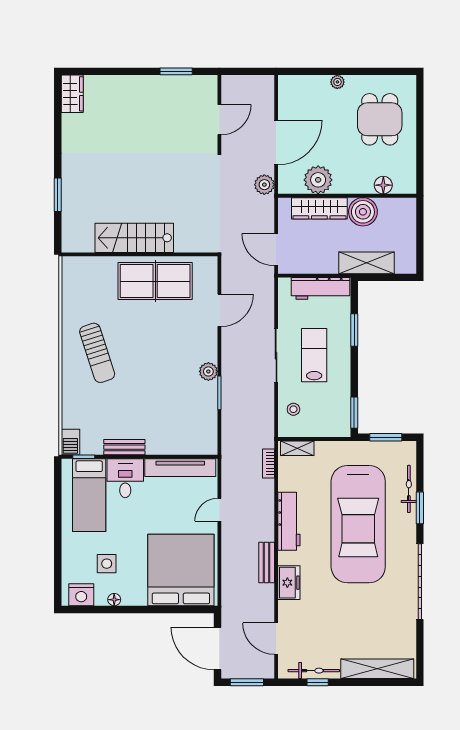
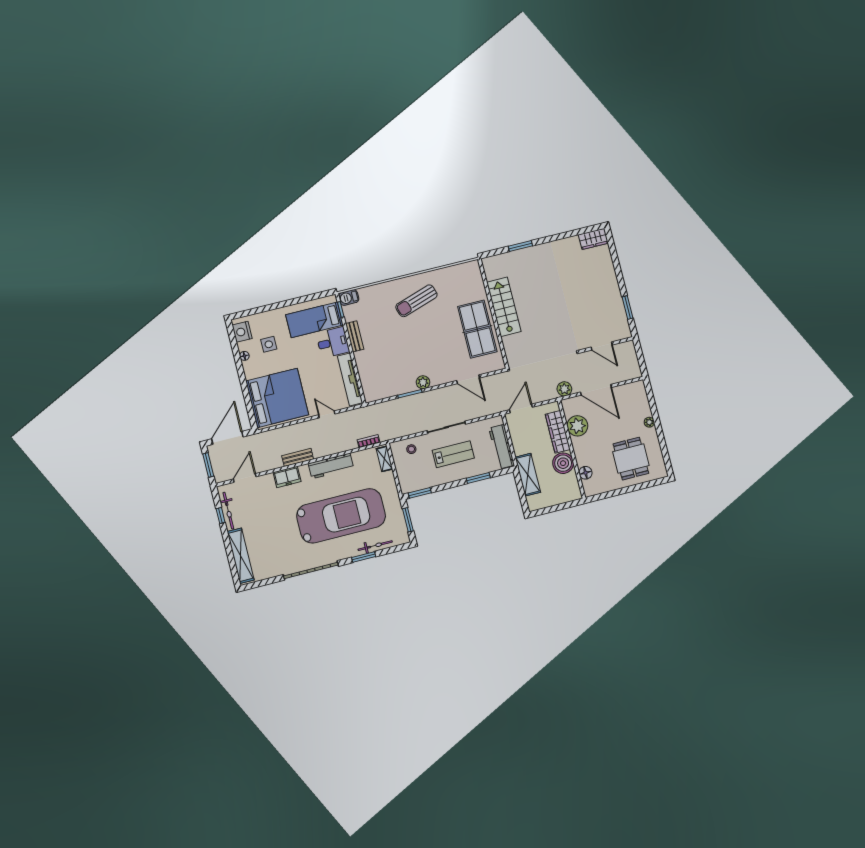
dining table: (380, 119) -> (631, 459), turned 90
car: (358, 524) -> (341, 516), turned 180

